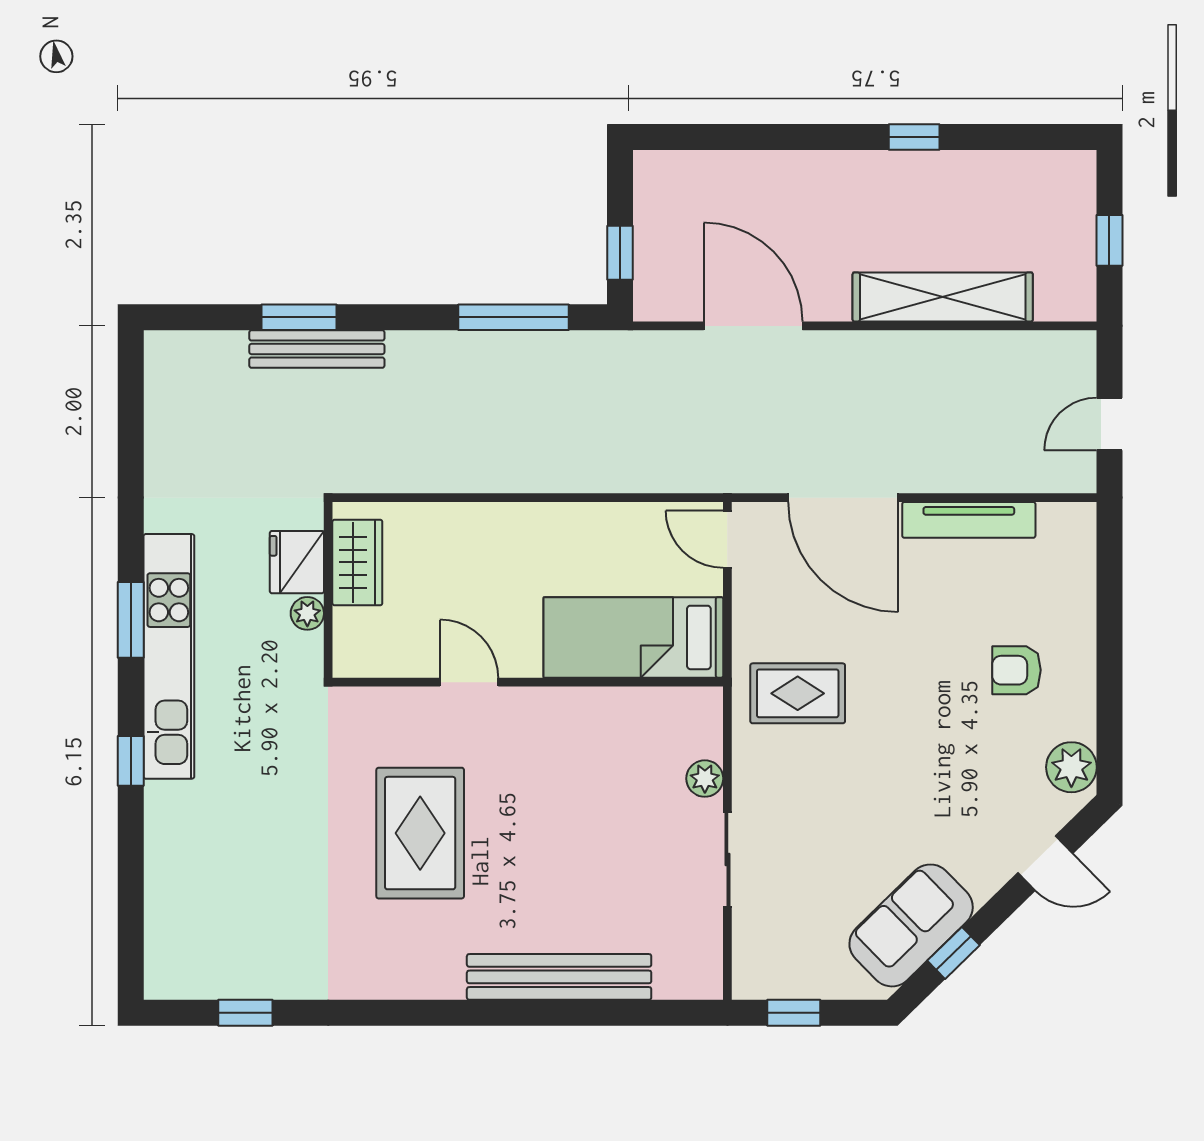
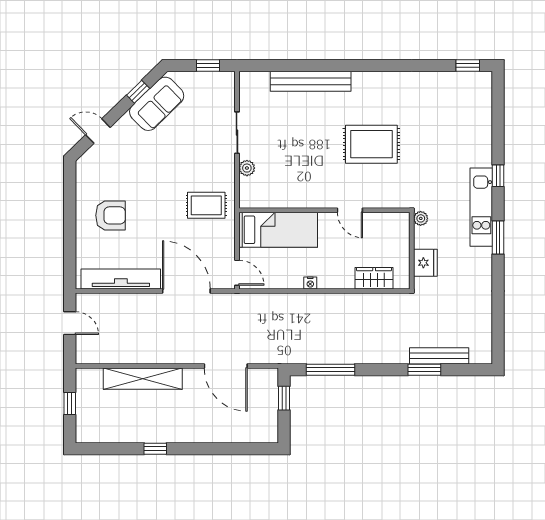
bench: (317, 349) -> (439, 356), moved
door: (1109, 424) -> (70, 323), hinge flipped
nightstand: (560, 516) -> (310, 283), added
tv unit: (969, 520) -> (121, 279), width x1.36, depth x1.29
wardrobe: (357, 562) -> (374, 278), moved, turned 90
plant: (307, 613) -> (421, 218), moved
kitchen unit: (169, 656) -> (481, 207), width x0.73
armchair: (1016, 670) -> (111, 215), width x1.38, depth x1.38
plant: (1071, 767) -> (86, 173), removed
rug: (420, 833) -> (371, 144), turned 90
window: (245, 1013) -> (468, 66), moved

